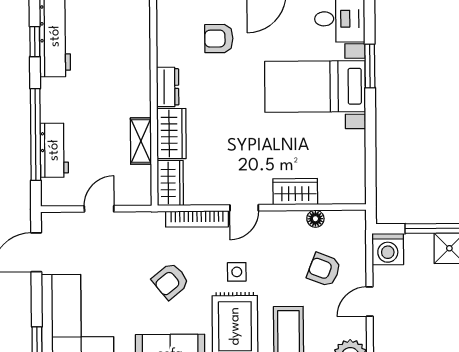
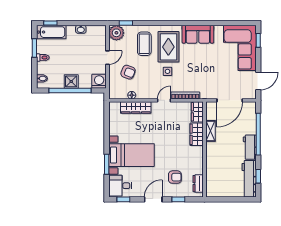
dresser: (168, 87) -> (198, 184), moved
workbench: (54, 150) -> (250, 147), moved
wardrobe: (295, 192) -> (136, 108), width x1.50
door: (99, 209) -> (230, 100), width x1.87
armchair: (170, 281) -> (198, 67), removed

